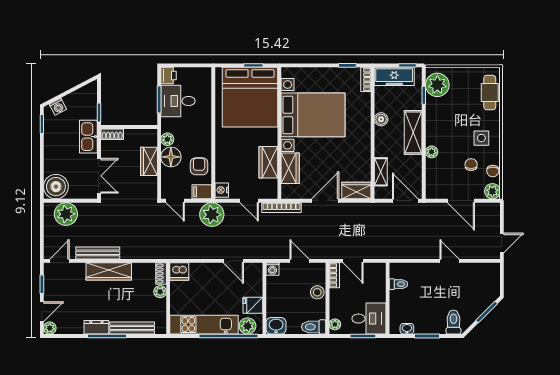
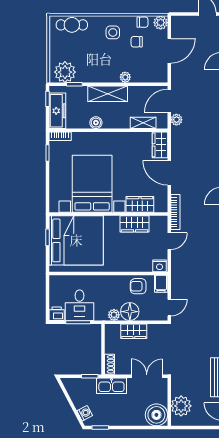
plant: (212, 215) -> (176, 120), moved, width x0.53, depth x0.53

